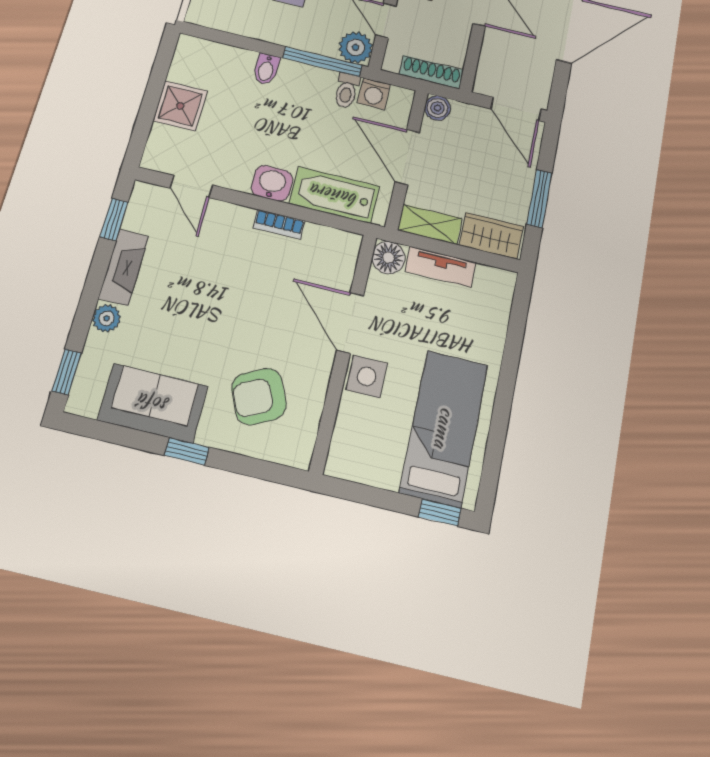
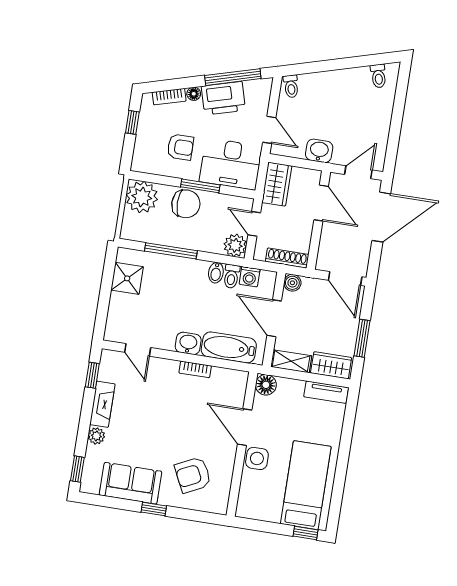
window: (323, 62) -> (171, 251), moved
bidet: (266, 69) -> (216, 273), moved
shower: (180, 106) -> (127, 278), moved
tv unit: (440, 267) -> (326, 392), moved

